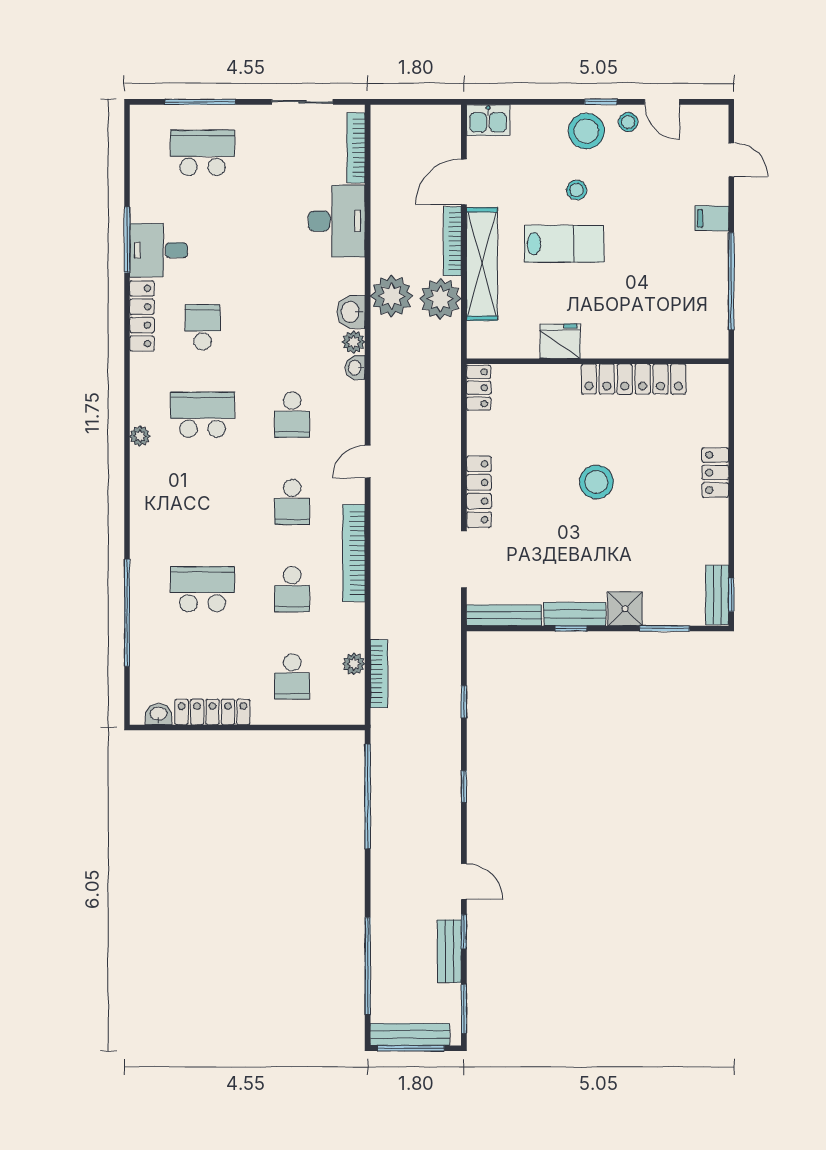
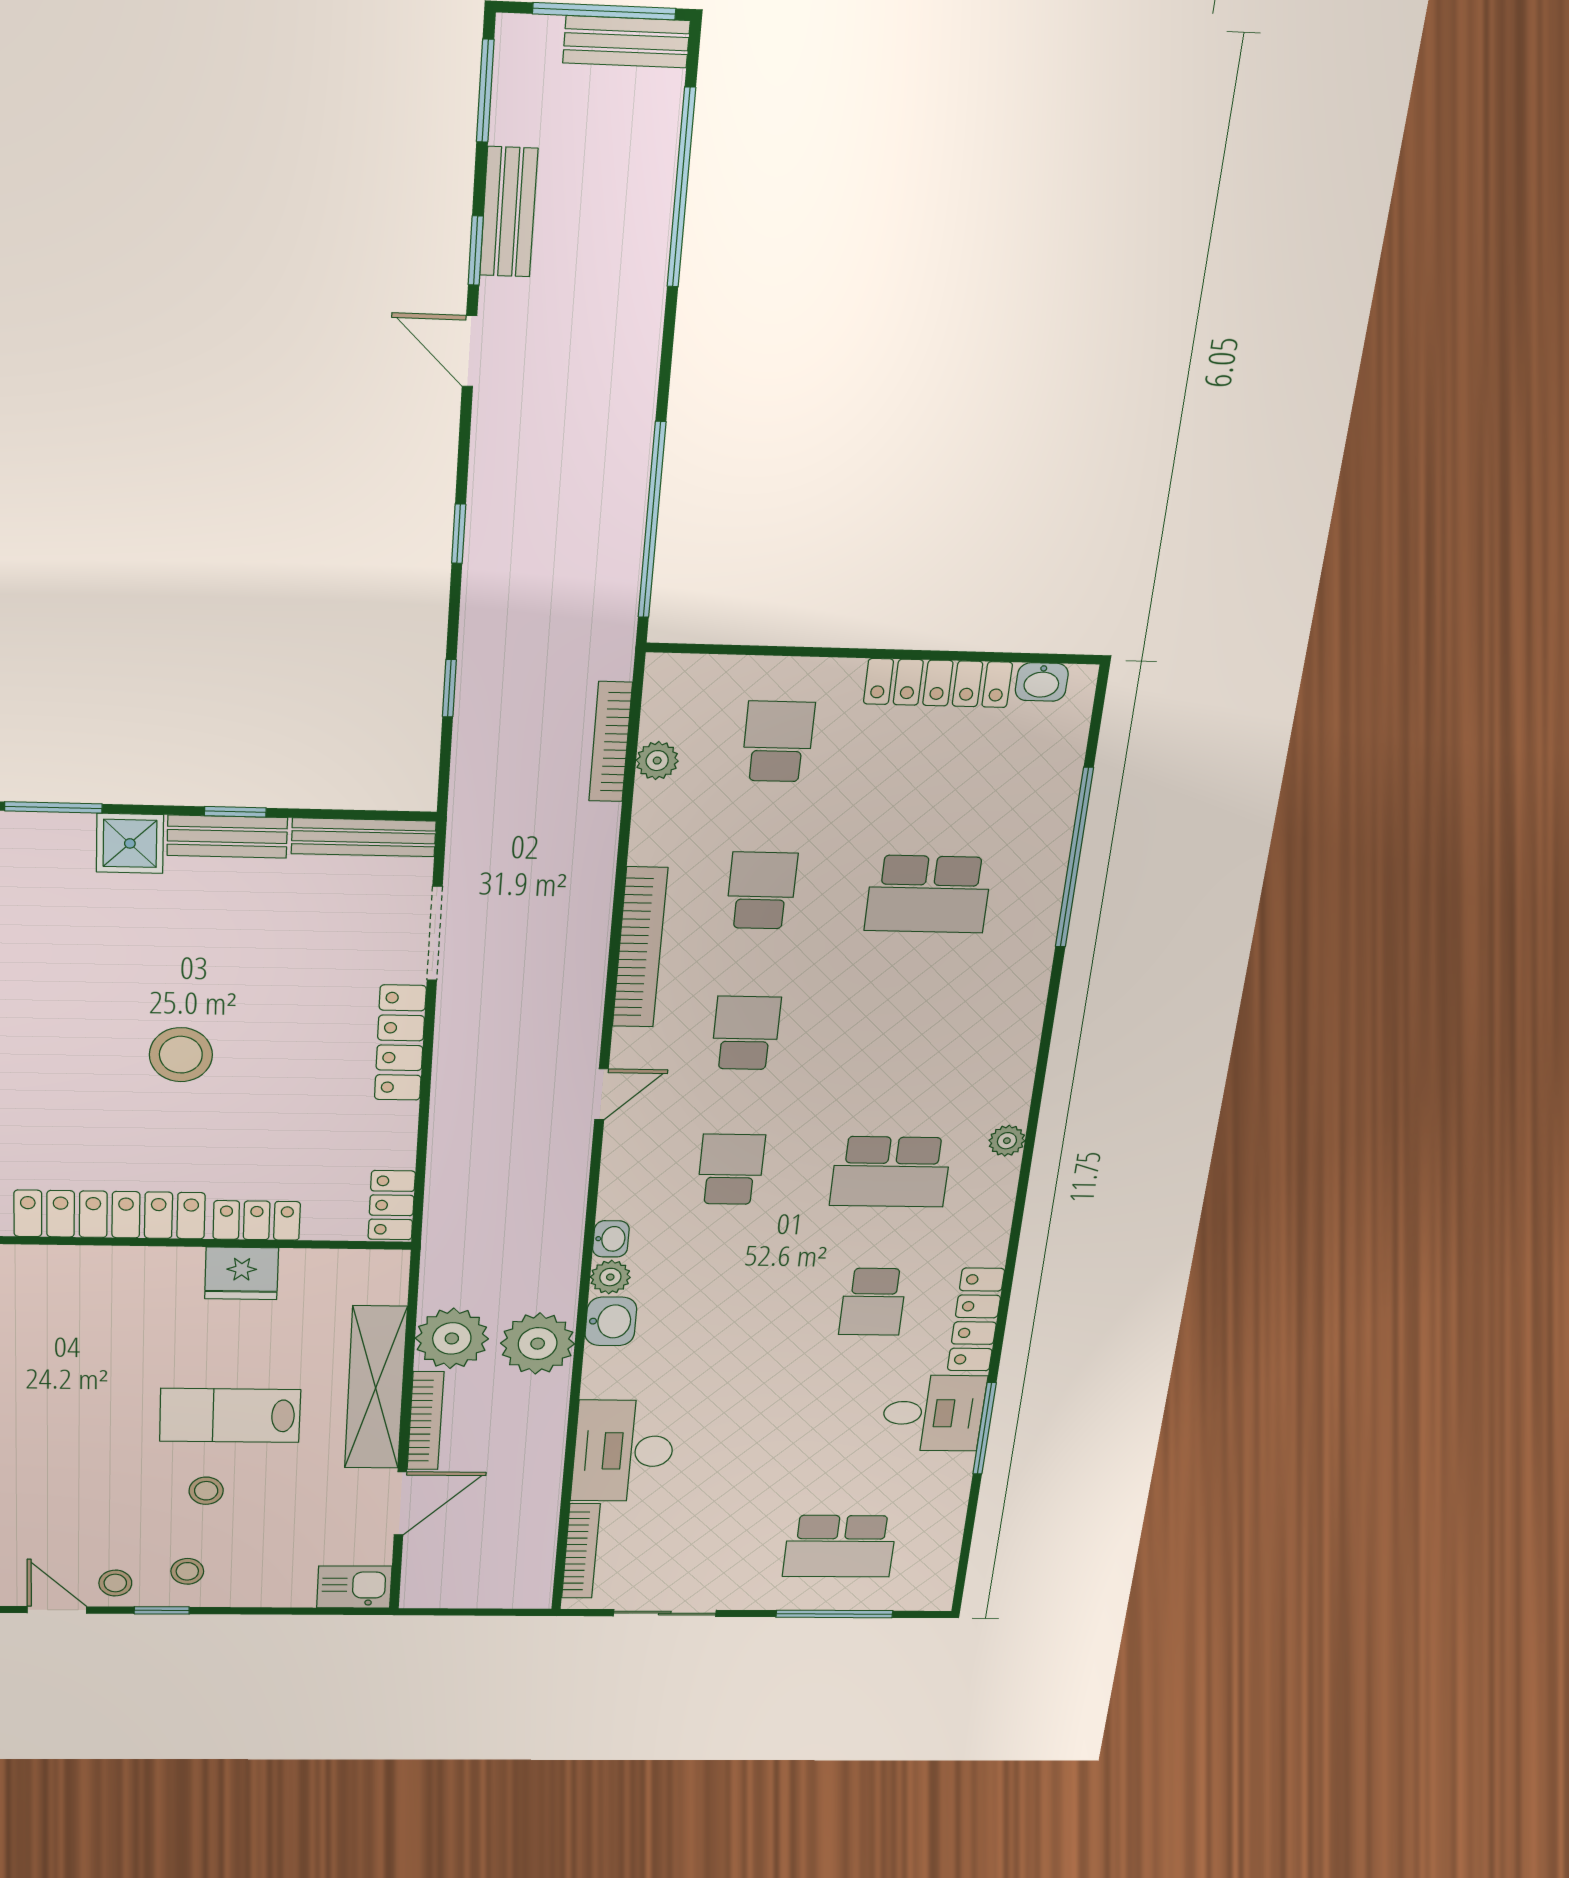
stool: (586, 131) -> (187, 1571), width x0.53, depth x0.53
locker: (553, 377) -> (257, 1220), added
bench: (410, 1034) -> (626, 42), width x0.73

